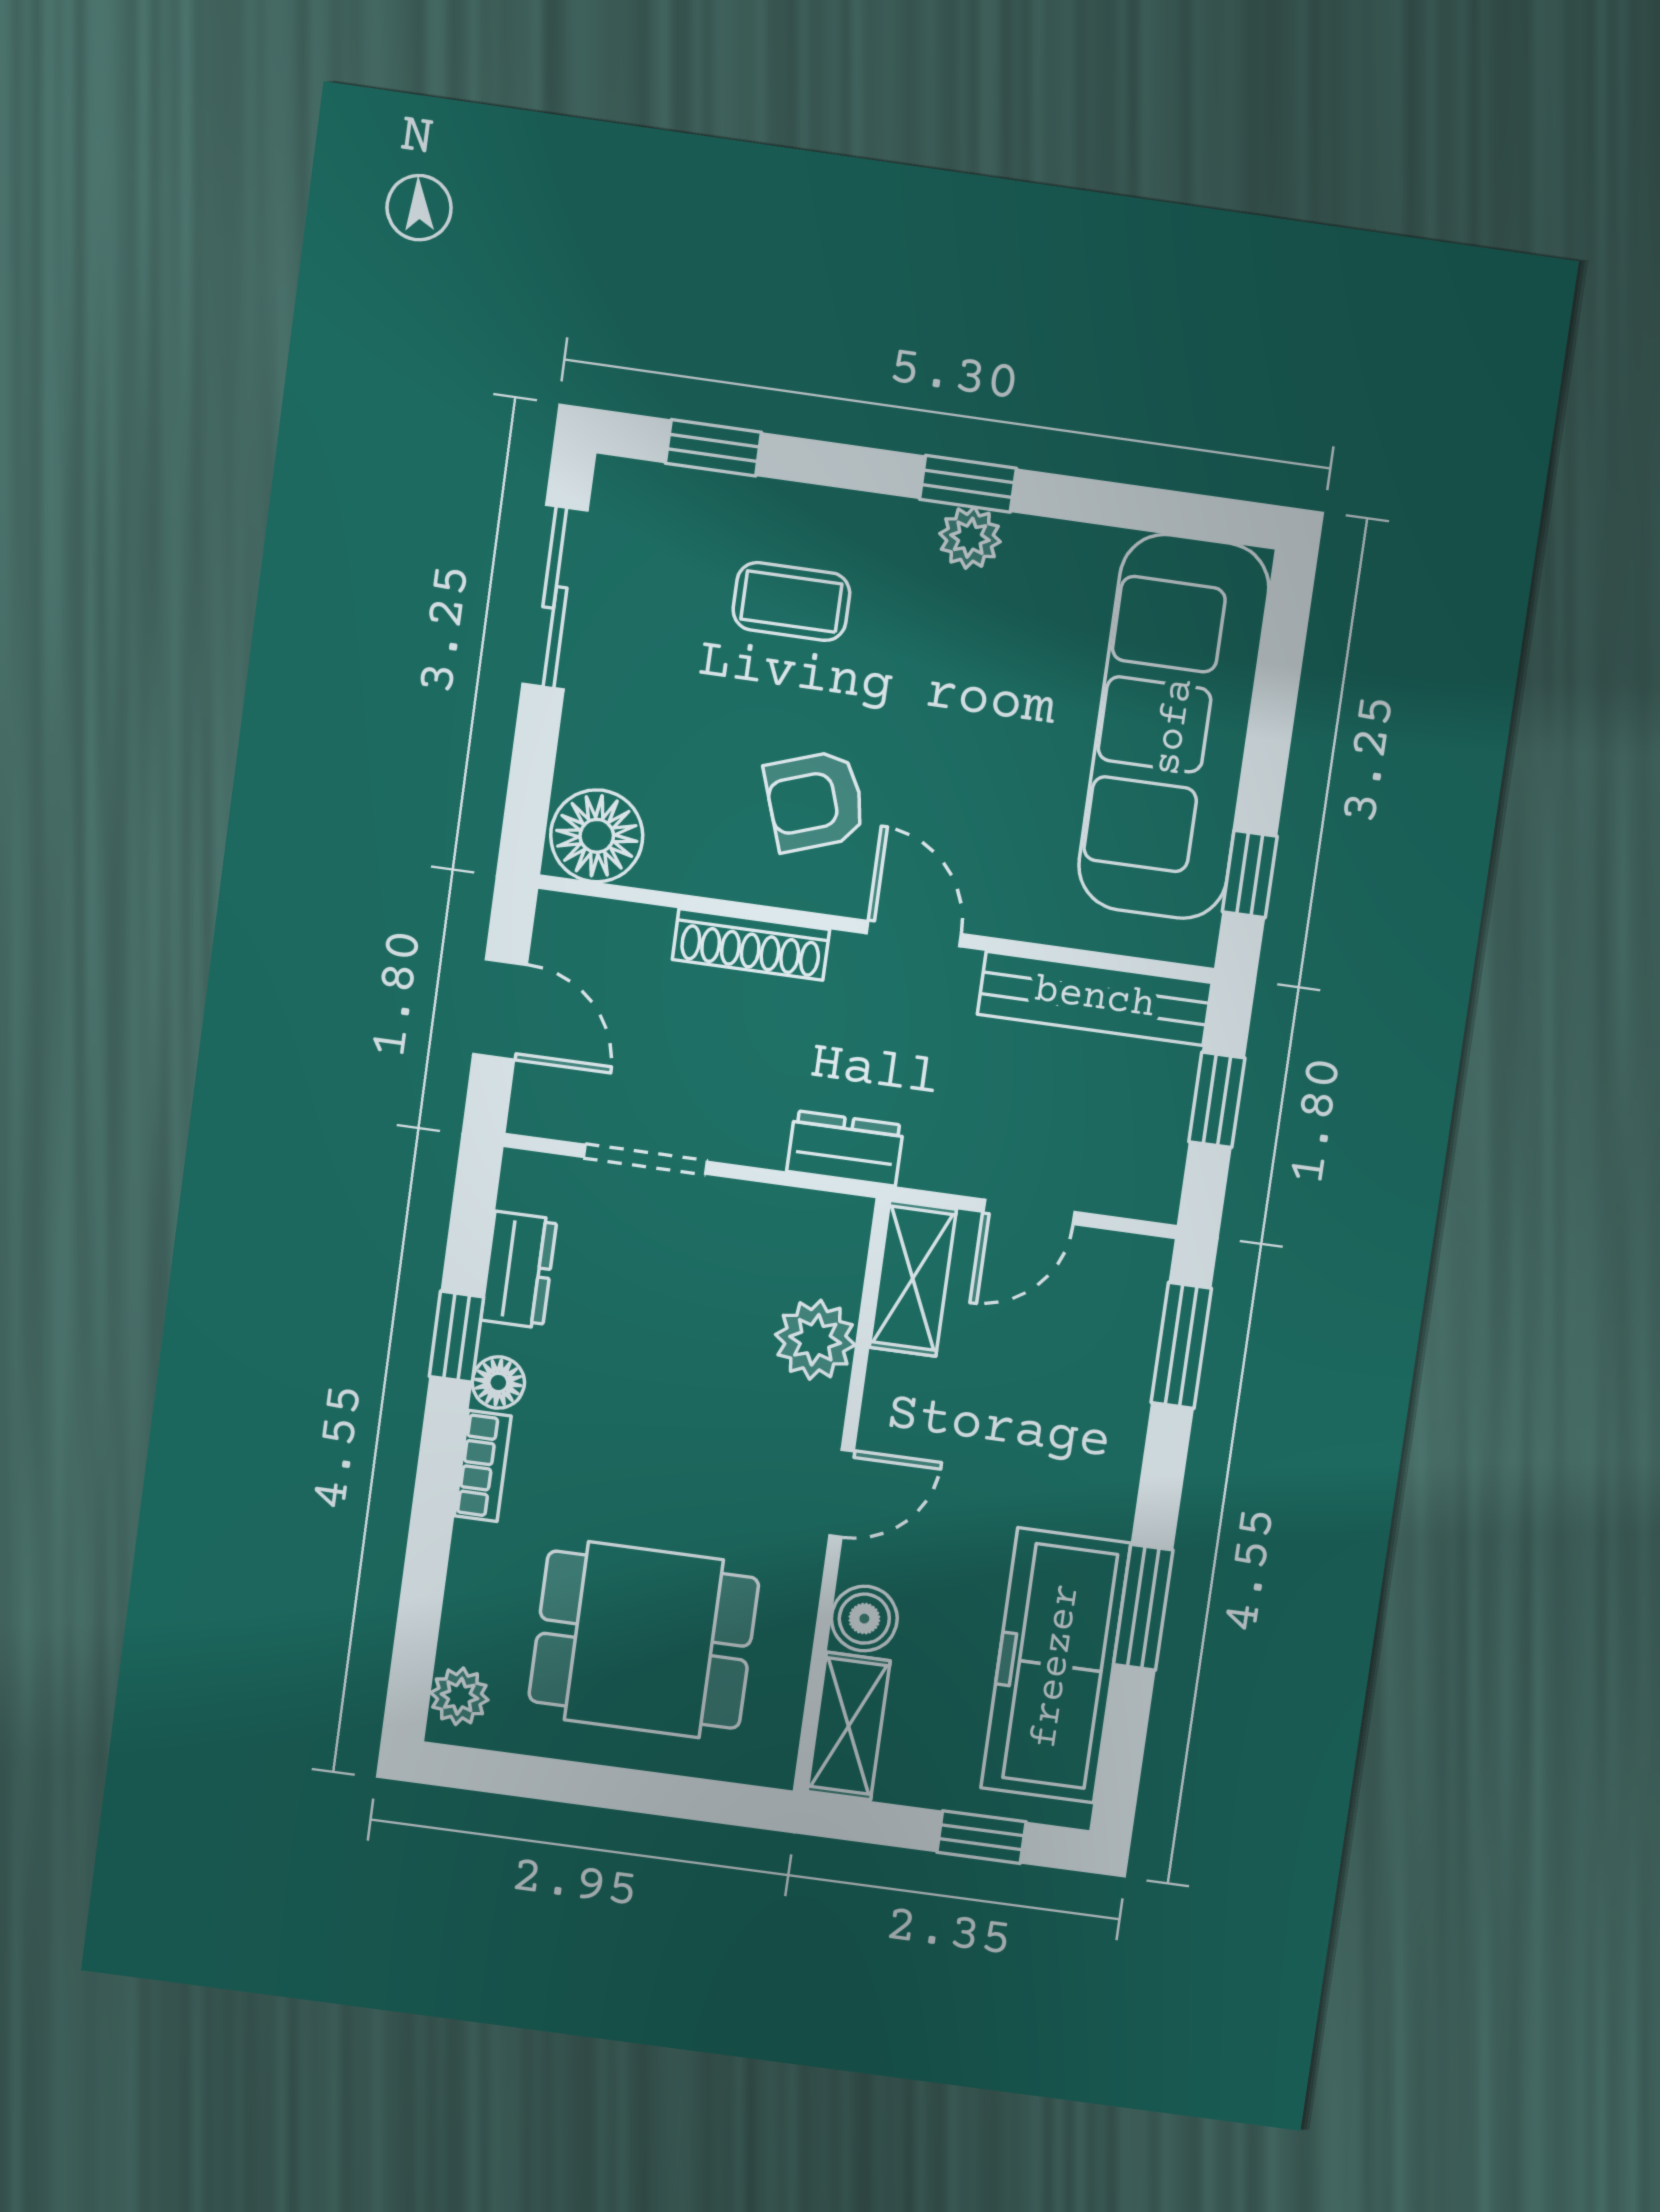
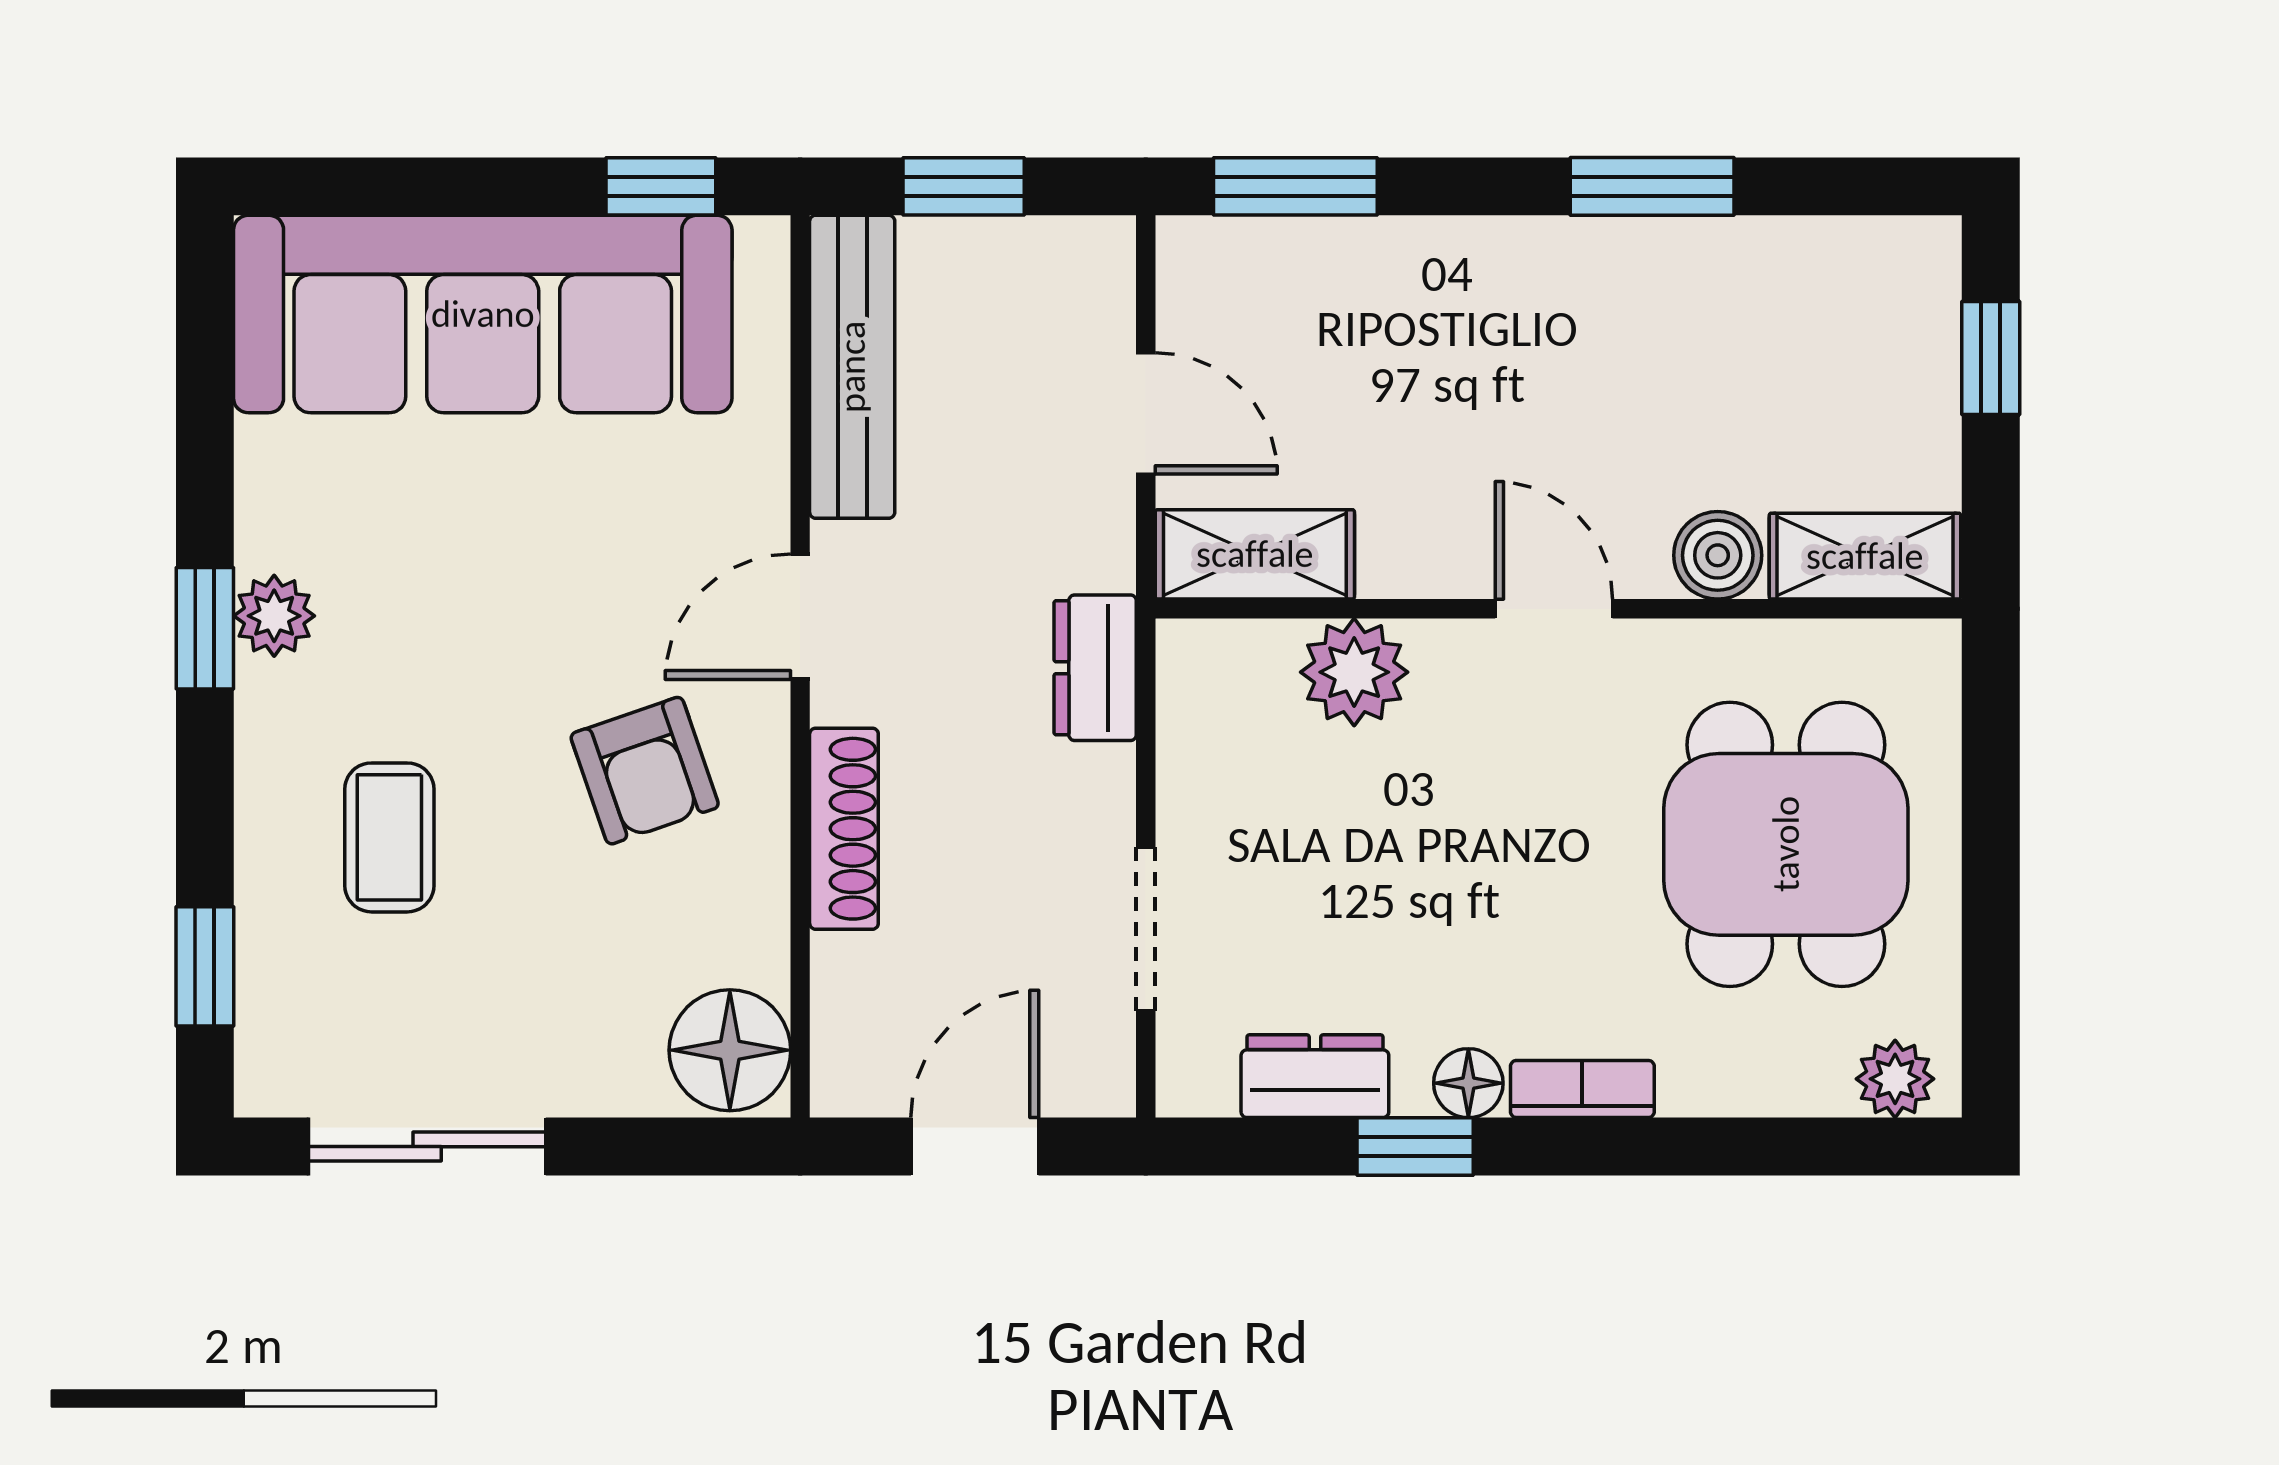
freezer: (1056, 1666) -> (1746, 292), removed

